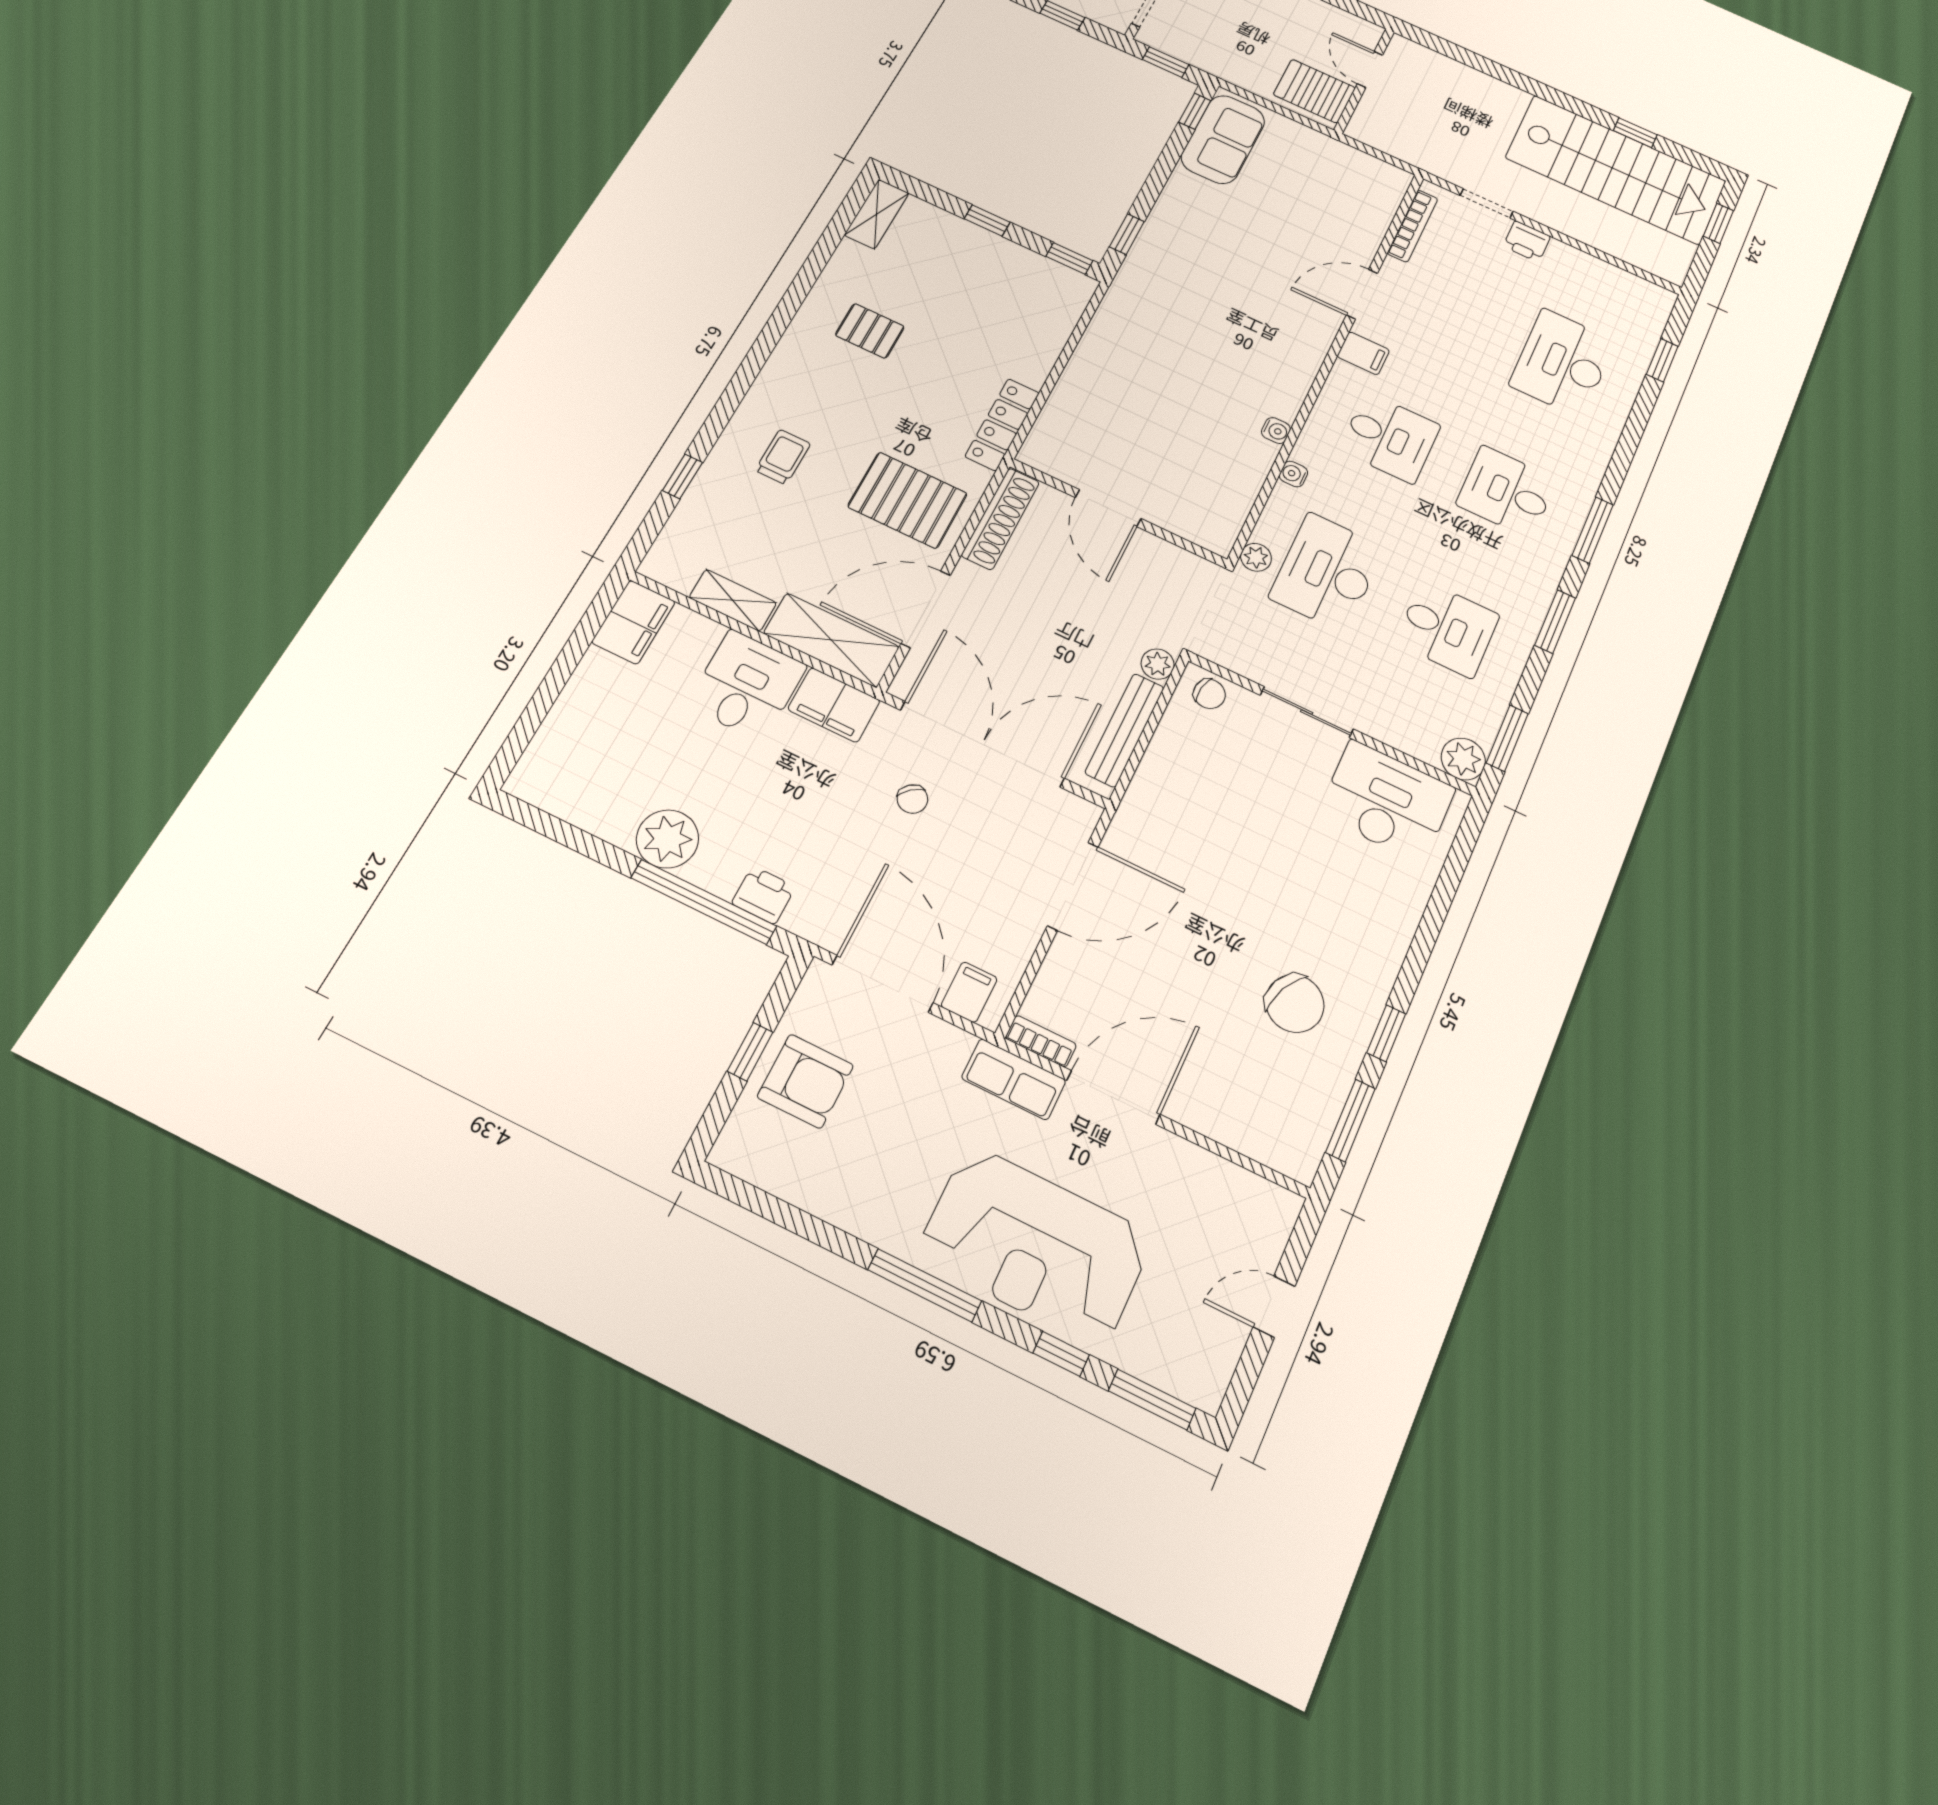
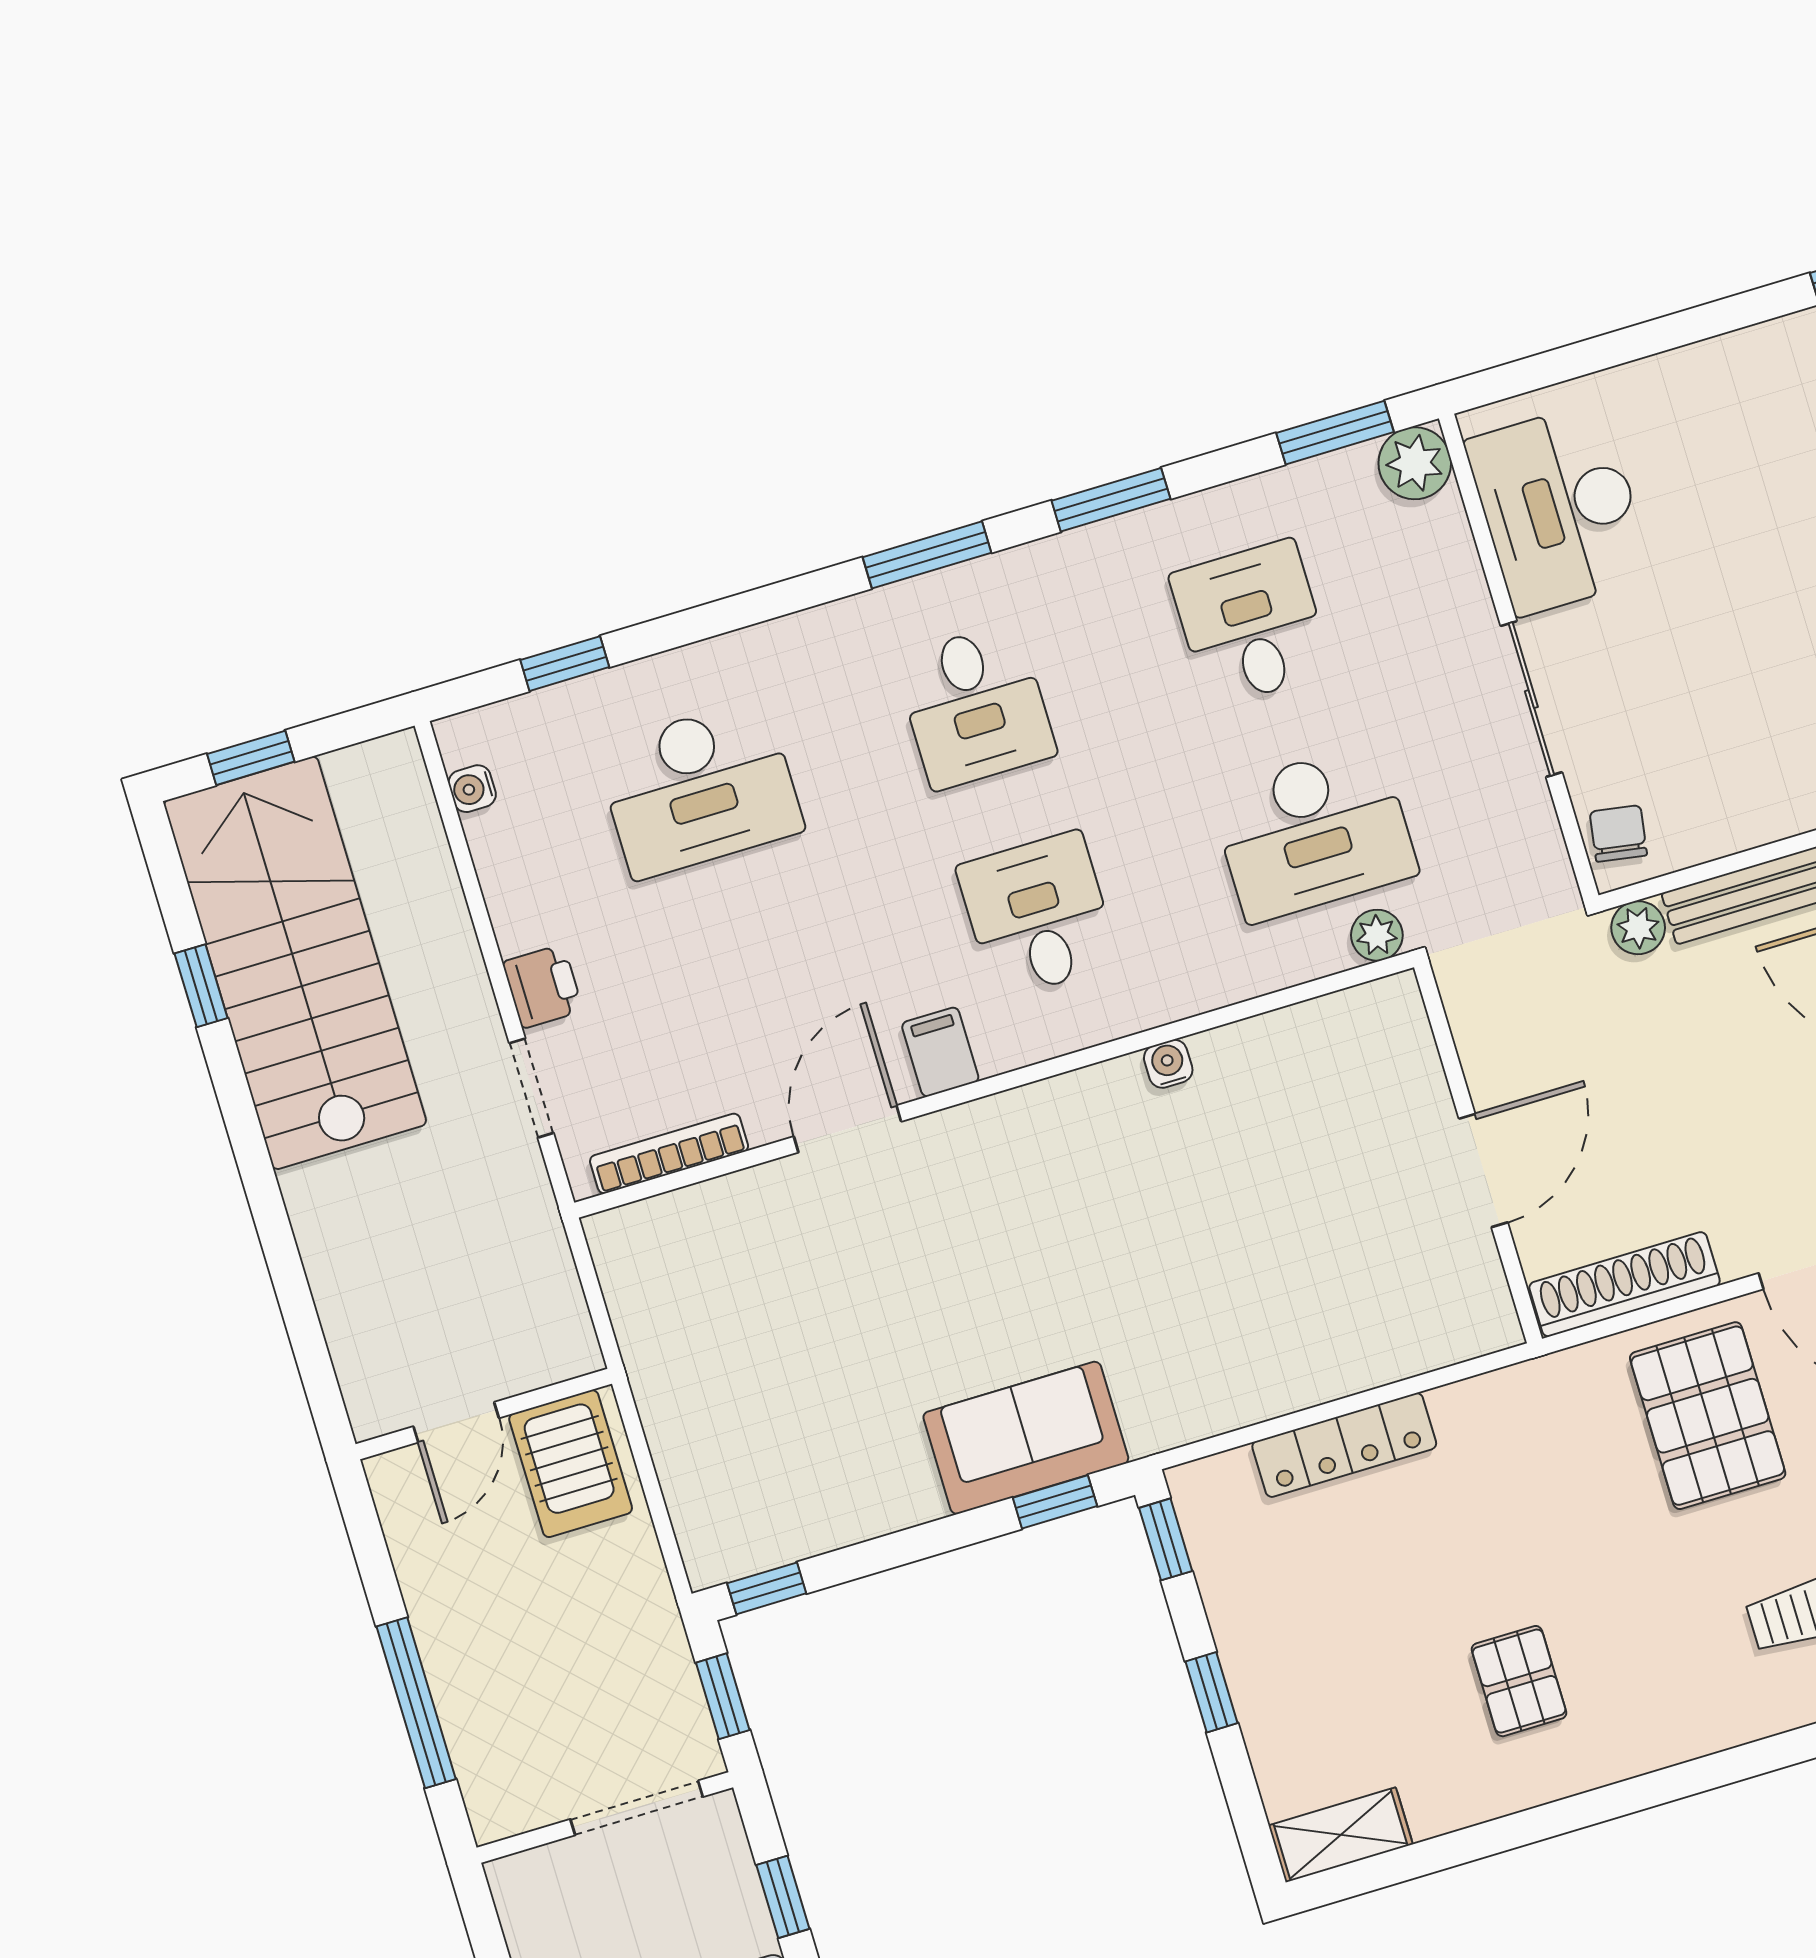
sofa: (1223, 139) -> (1026, 1438), moved
door: (1362, 294) -> (848, 1129), swing flipped
locker: (1002, 425) -> (1344, 1445), moved
water cooler: (1293, 474) -> (472, 789), moved, turned 90

